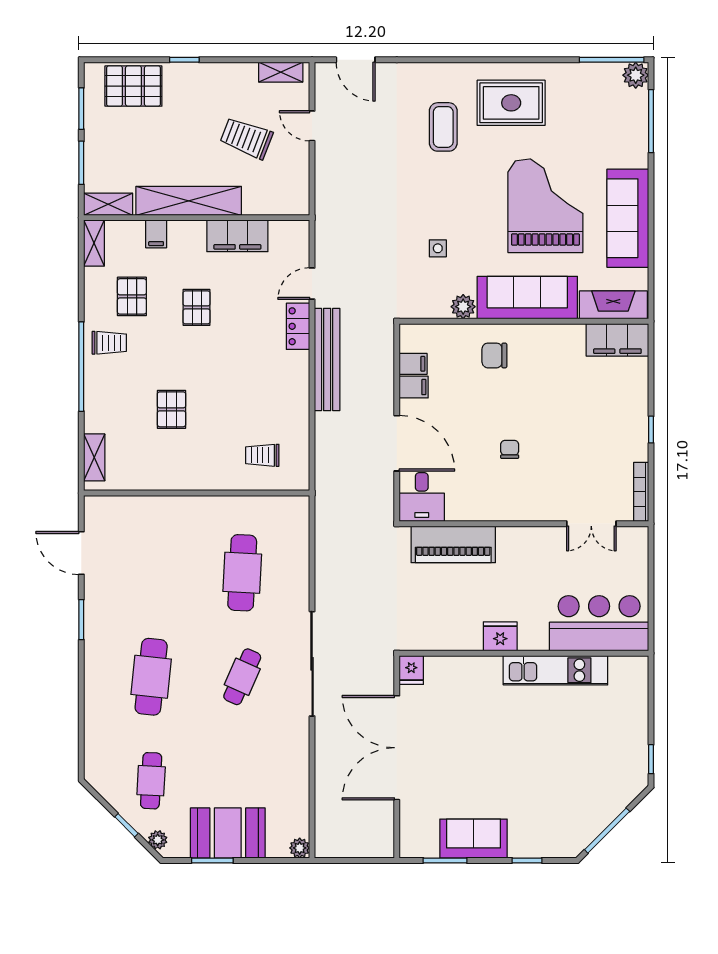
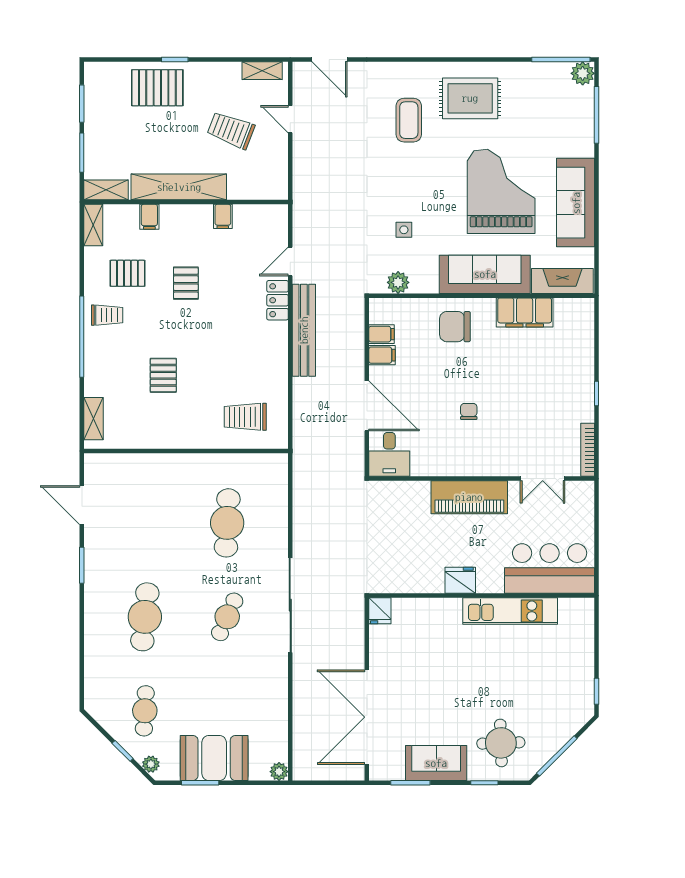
pallet: (133, 86) -> (157, 88), moved
filing cabinet: (237, 236) -> (223, 216), width x0.33, depth x0.86
pallet: (132, 296) -> (127, 273), turned 90
plant: (463, 307) -> (398, 282), moved
filing cabinet: (617, 340) -> (525, 312), moved
chair: (494, 355) -> (455, 327), width x1.37, depth x1.37
trolley: (262, 455) -> (245, 417), width x1.36, depth x1.39
piano: (453, 544) -> (469, 497), moved
double door: (397, 748) -> (367, 717), moved
round table: (545, 816) -> (501, 743), added

